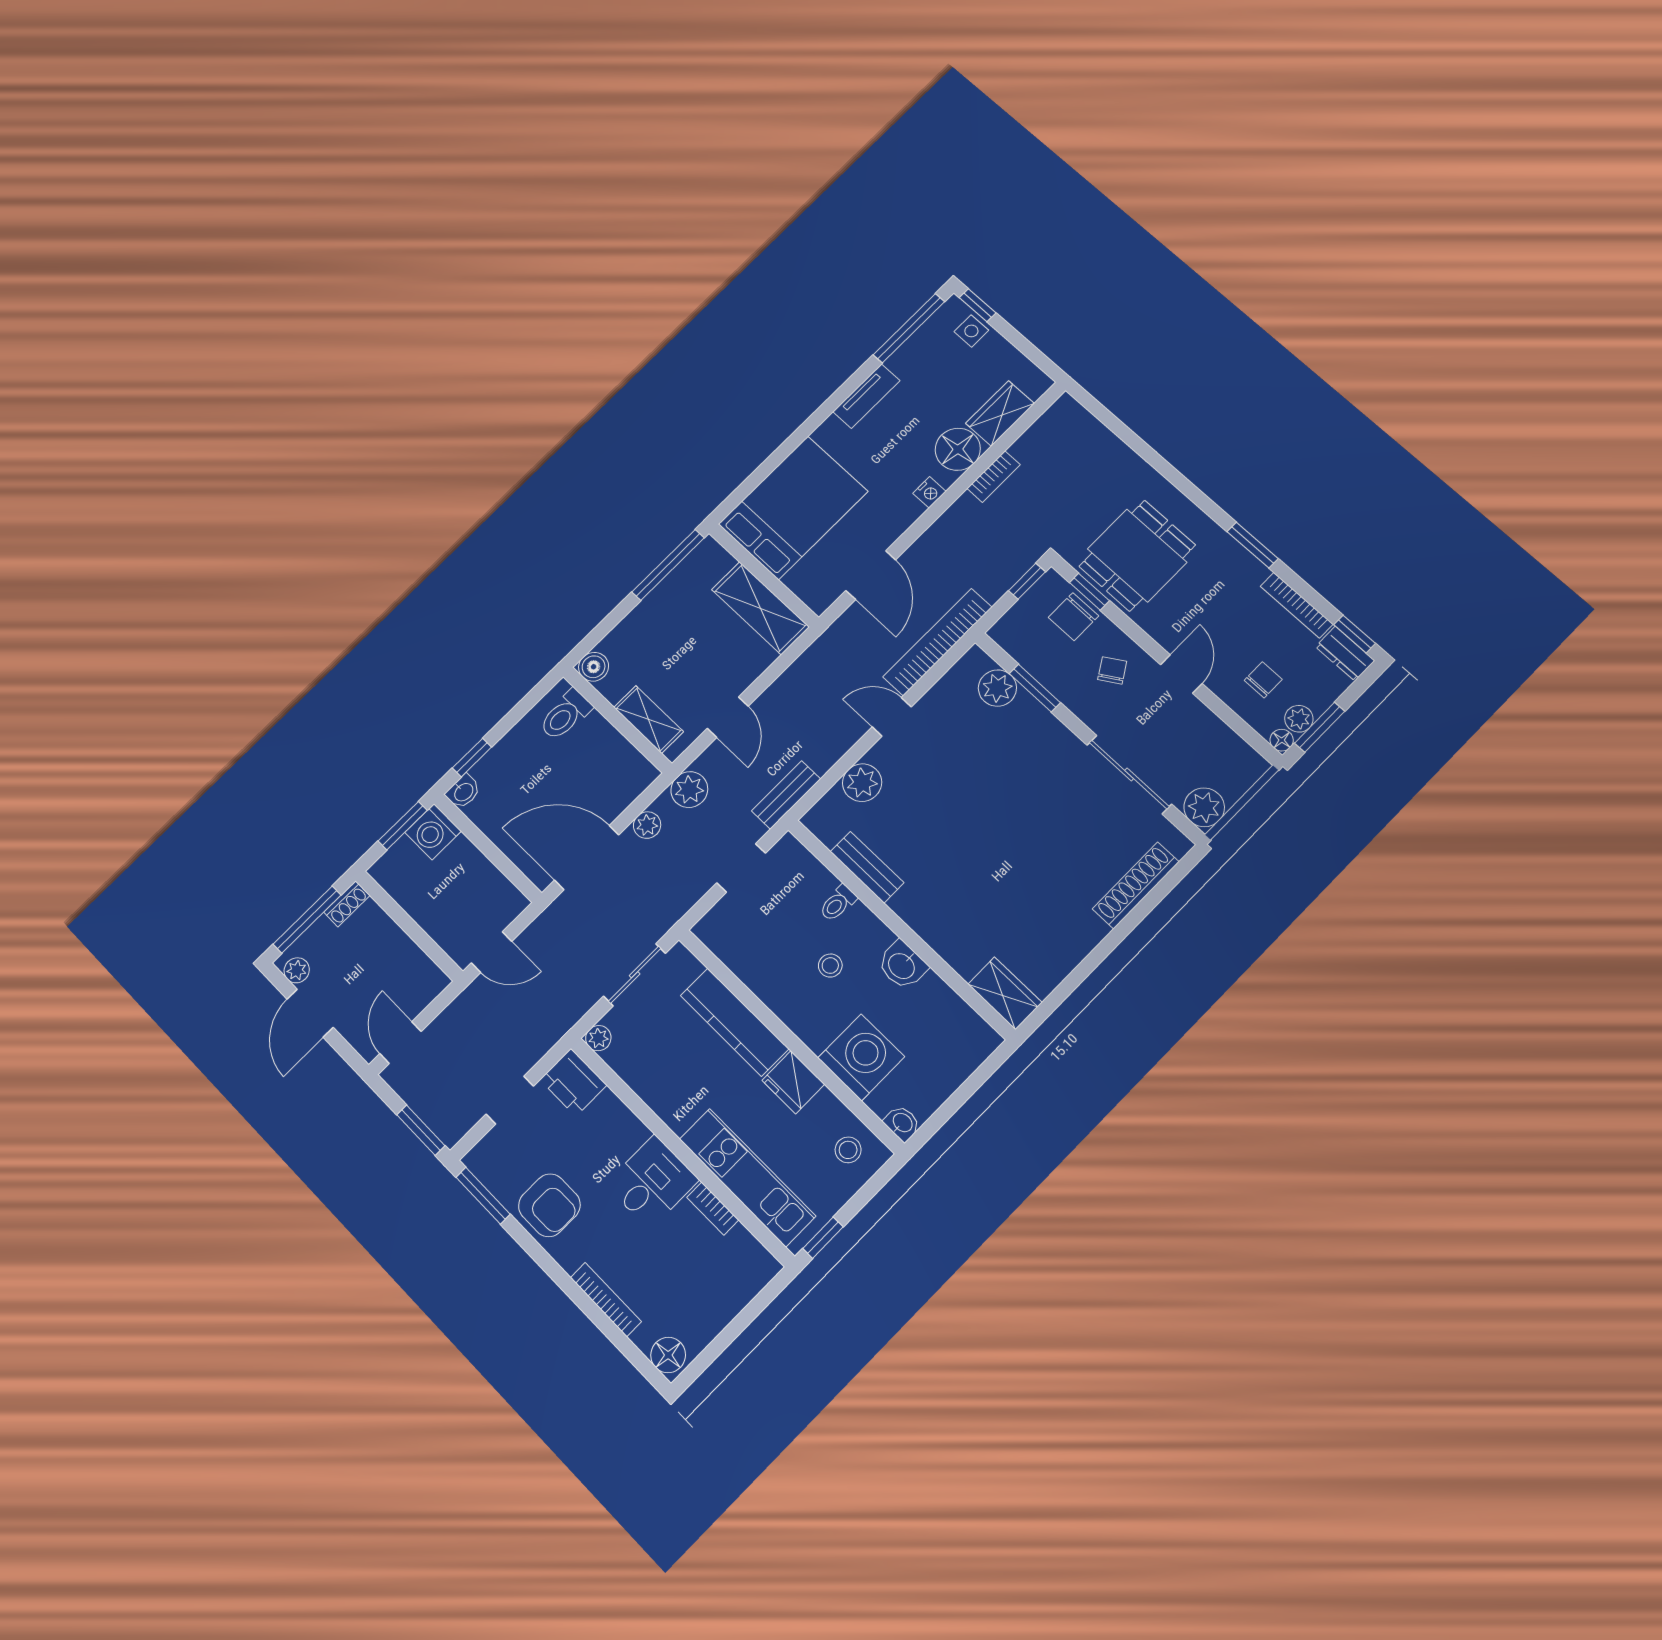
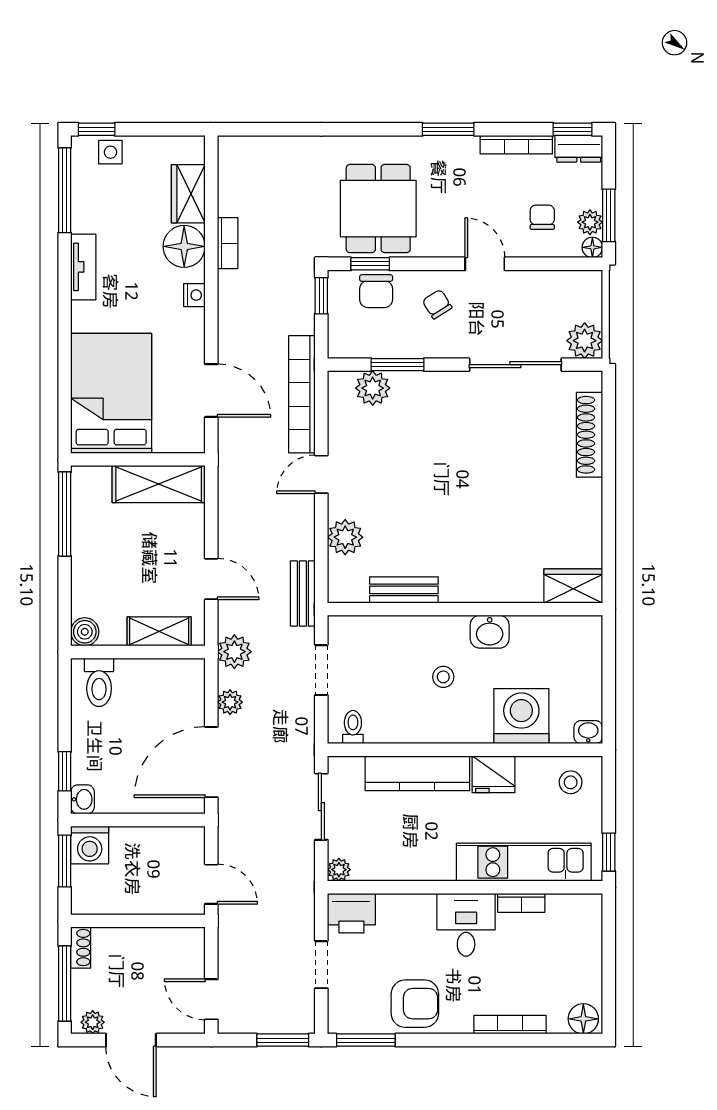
toilet: (838, 903) -> (353, 727), moved, turned 180
door: (491, 952) -> (211, 884), hinge flipped

